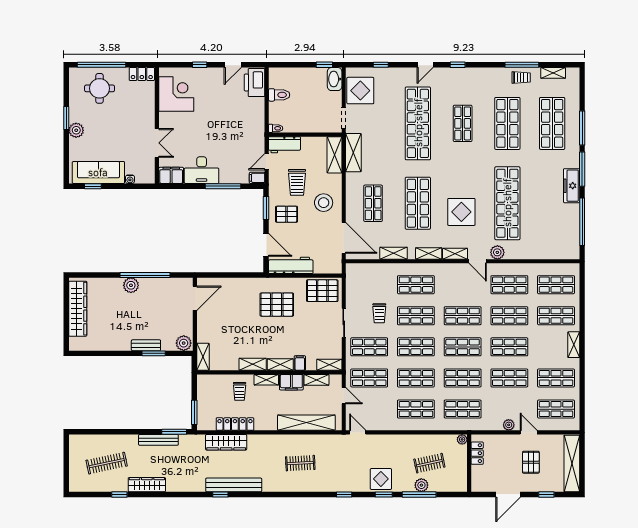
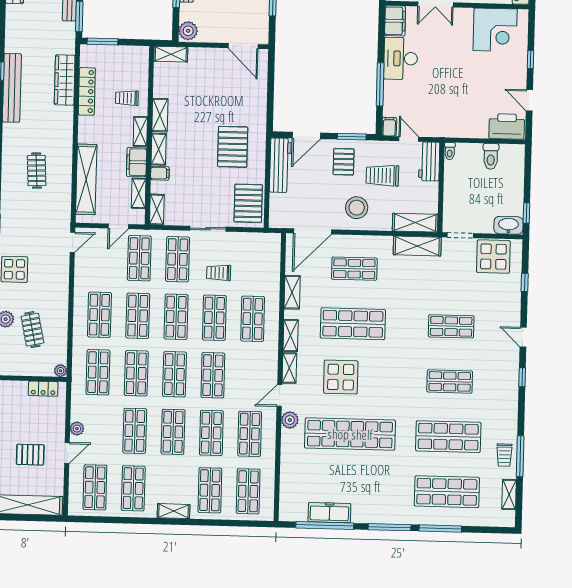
shop shelf: (418, 123) -> (451, 326), width x0.50, depth x0.74
freezer: (572, 186) -> (329, 513), moved

